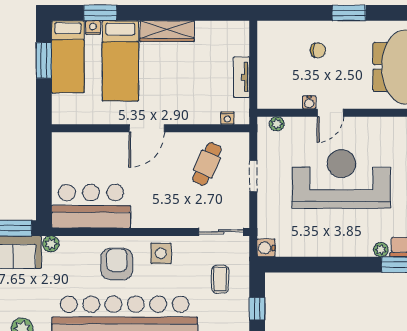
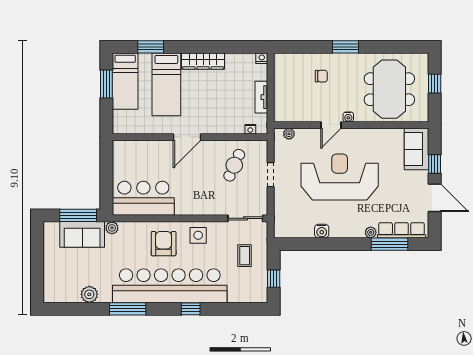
nightstand: (93, 28) -> (262, 58), moved
water cooler: (309, 102) -> (348, 117), moved
water cooler: (266, 248) -> (322, 231), moved, turned -90

